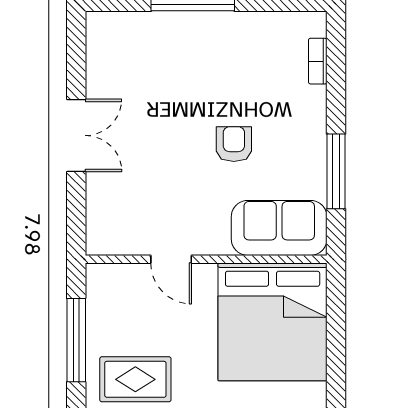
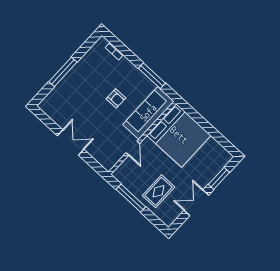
armchair: (234, 144) -> (116, 98), turned 180
sofa: (279, 228) -> (148, 113), width x1.36
door: (171, 259) -> (133, 148), hinge flipped

